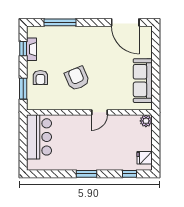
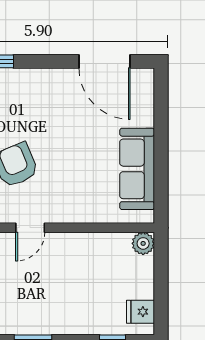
door: (99, 112) -> (30, 228), moved

